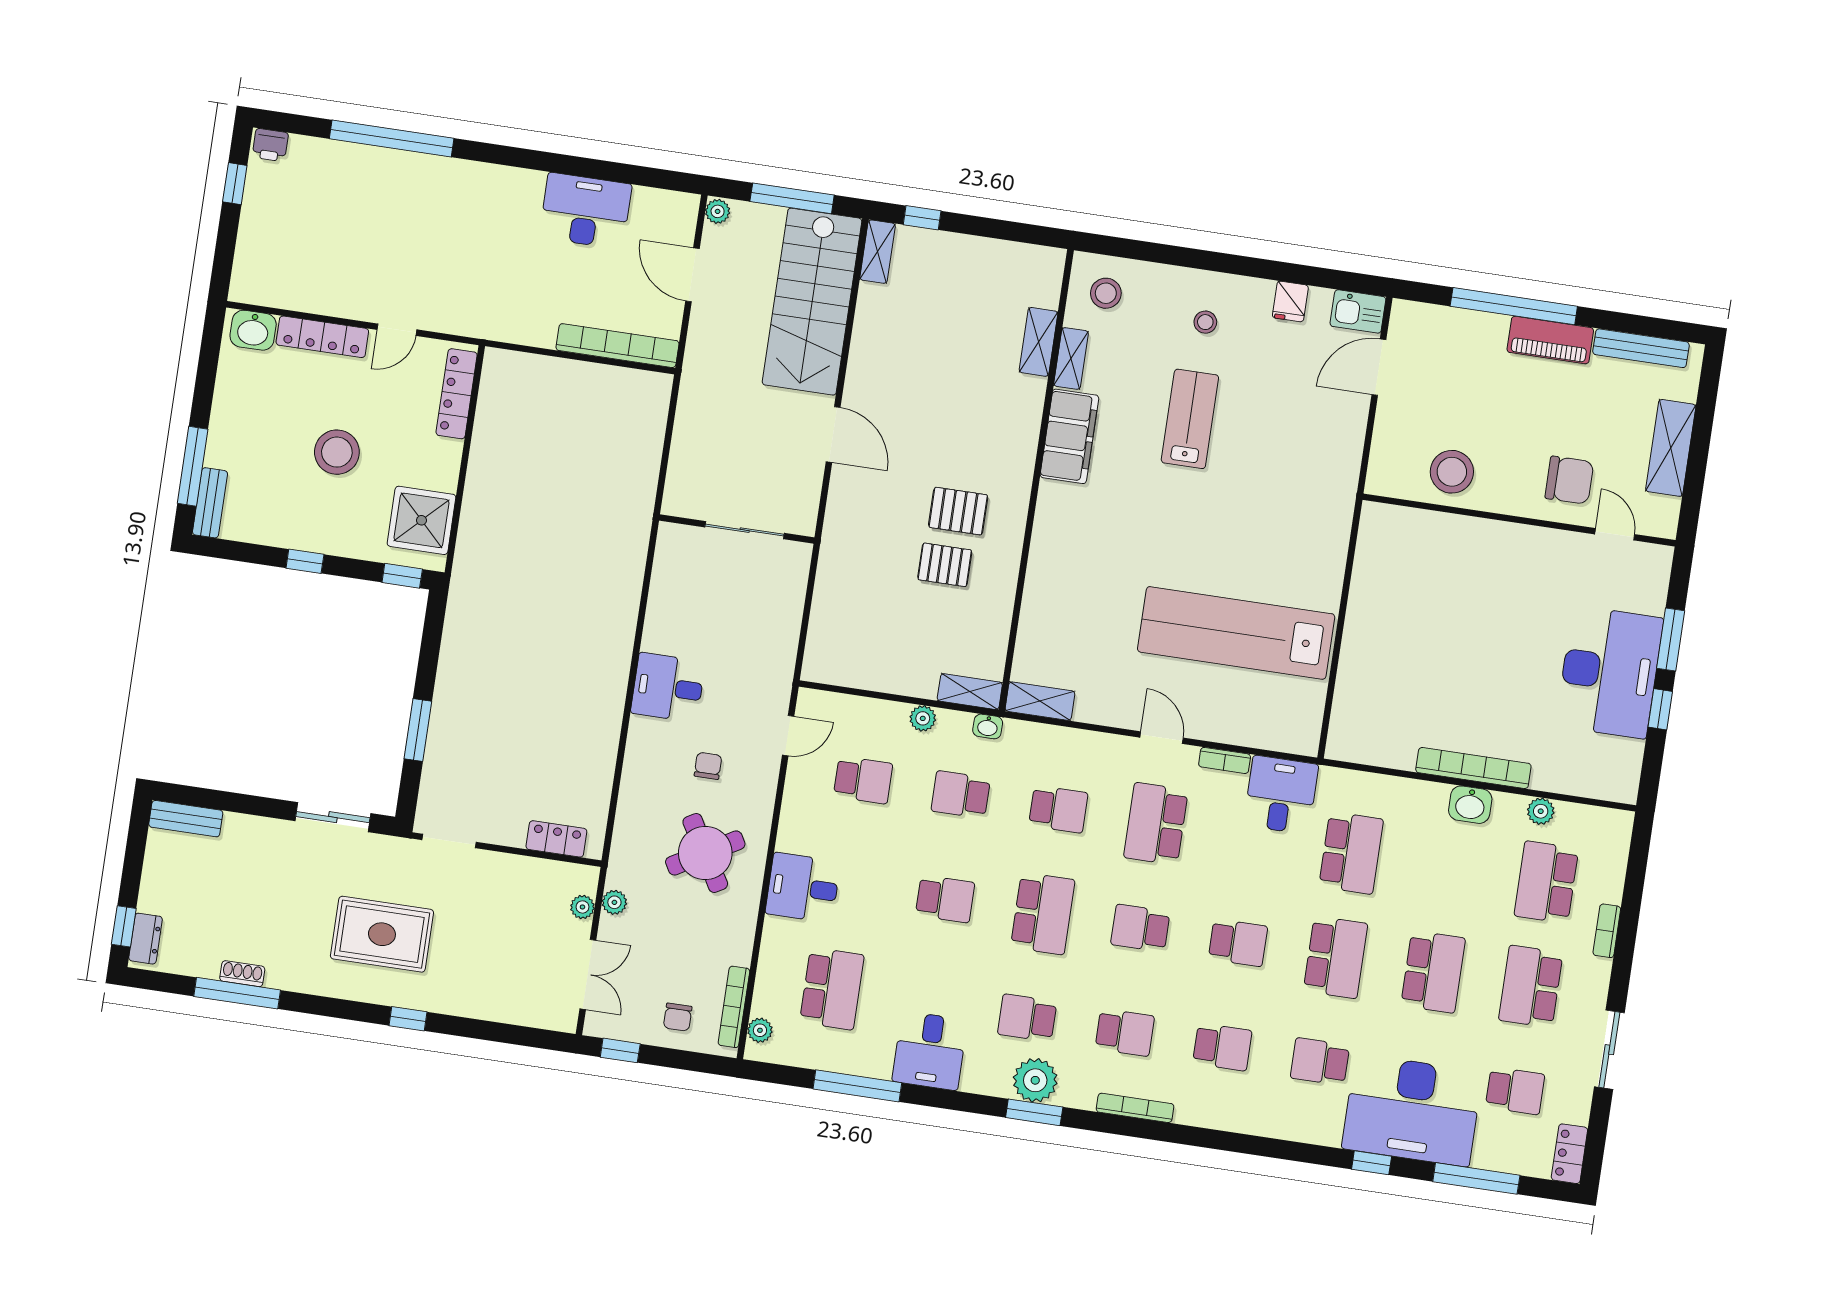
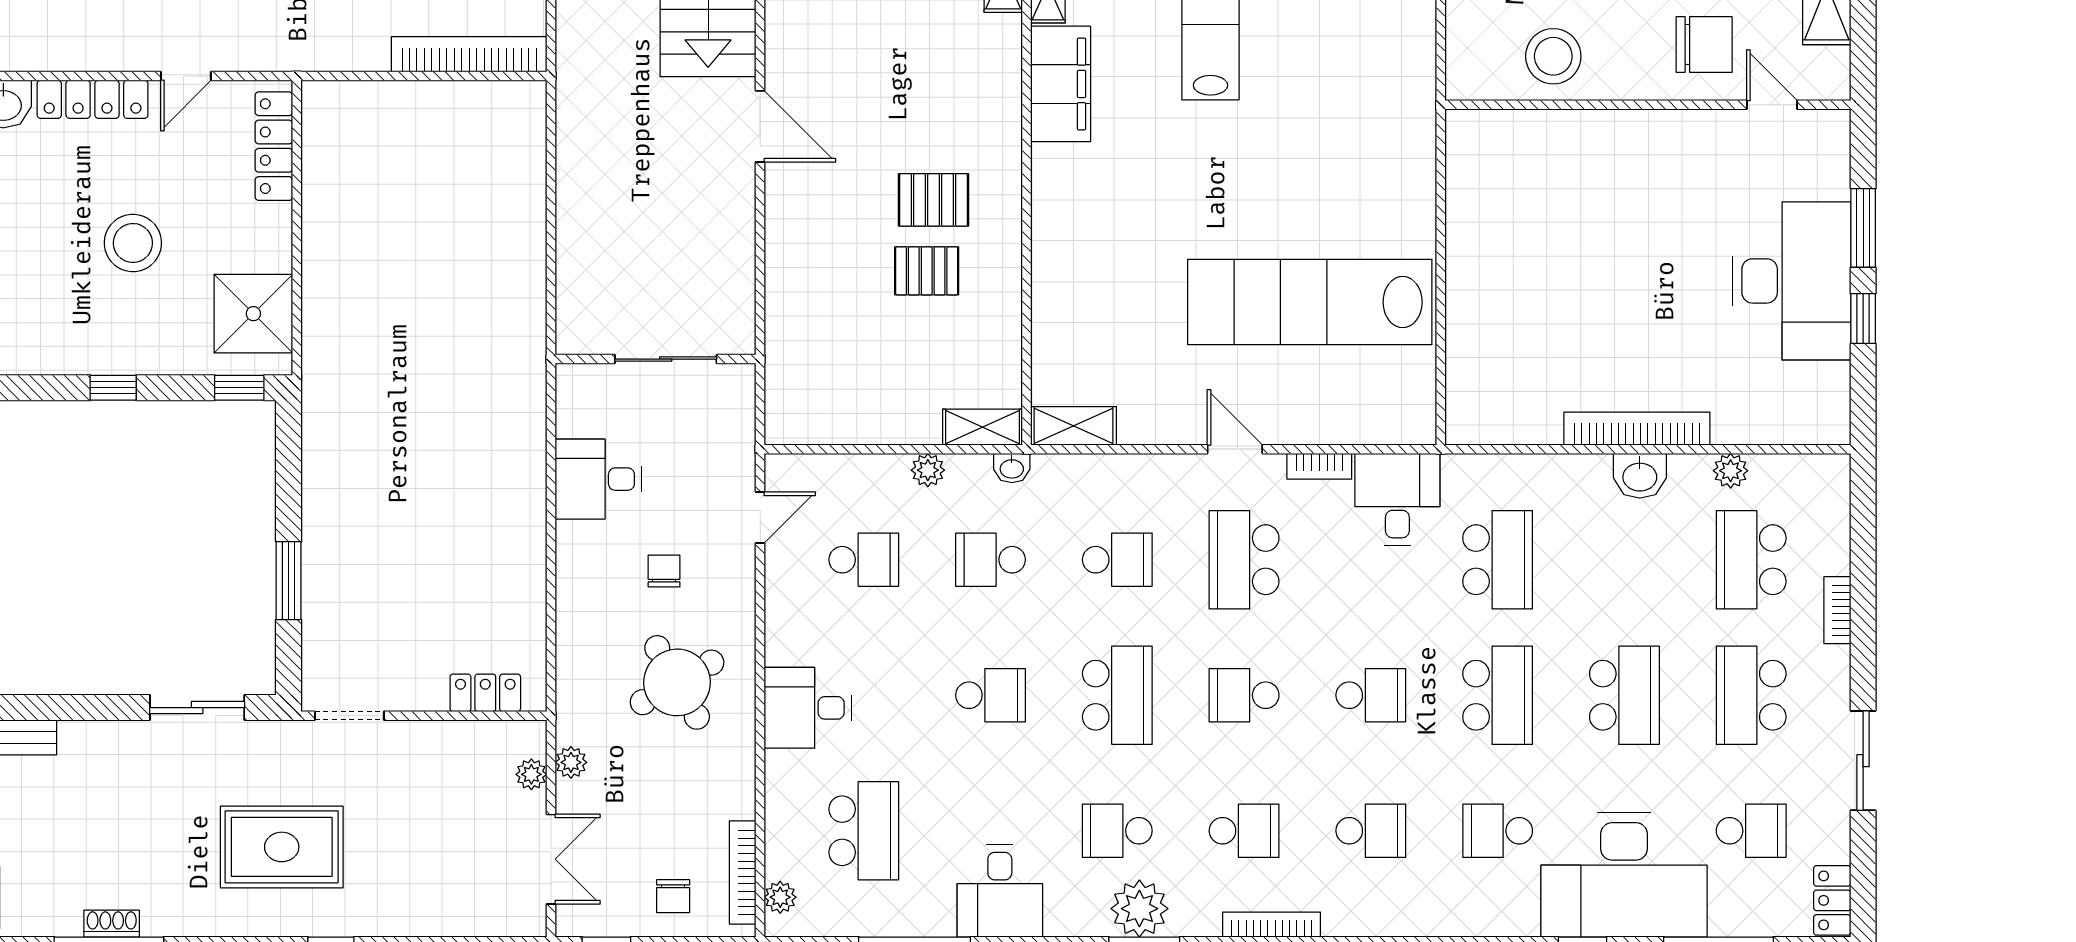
wall: (737, 529) -> (656, 359), moved
sliding door: (745, 530) -> (666, 359), moved

